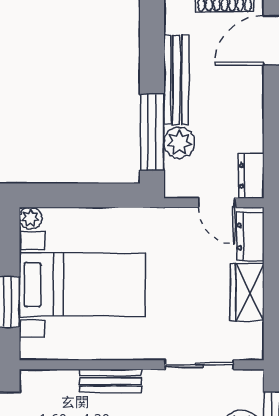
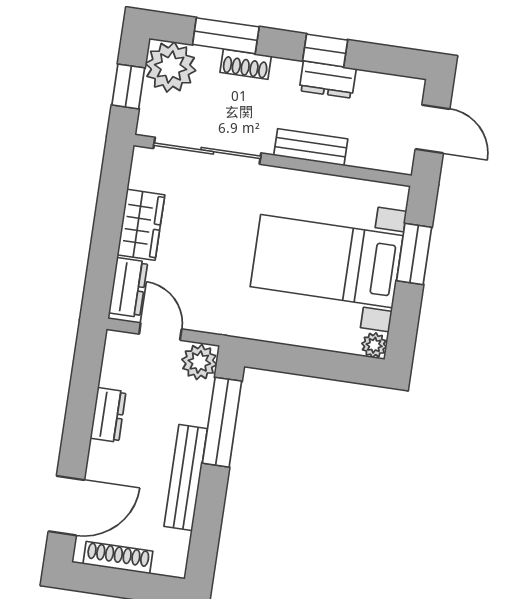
plant: (179, 143) -> (199, 362), moved
dresser: (251, 176) -> (108, 415), moved
sliding door: (199, 365) -> (207, 151), width x1.37

